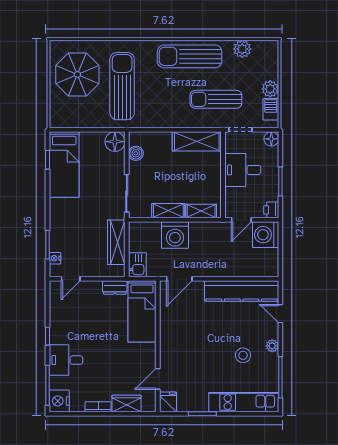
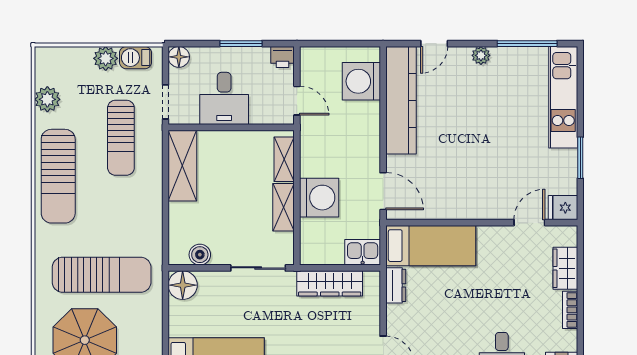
sun lounger: (122, 86) -> (102, 275), turned 180
washing machine: (266, 235) -> (361, 81), moved, turned 90
stool: (243, 355) -> (495, 98), removed
door: (158, 379) -> (529, 223), swing flipped

